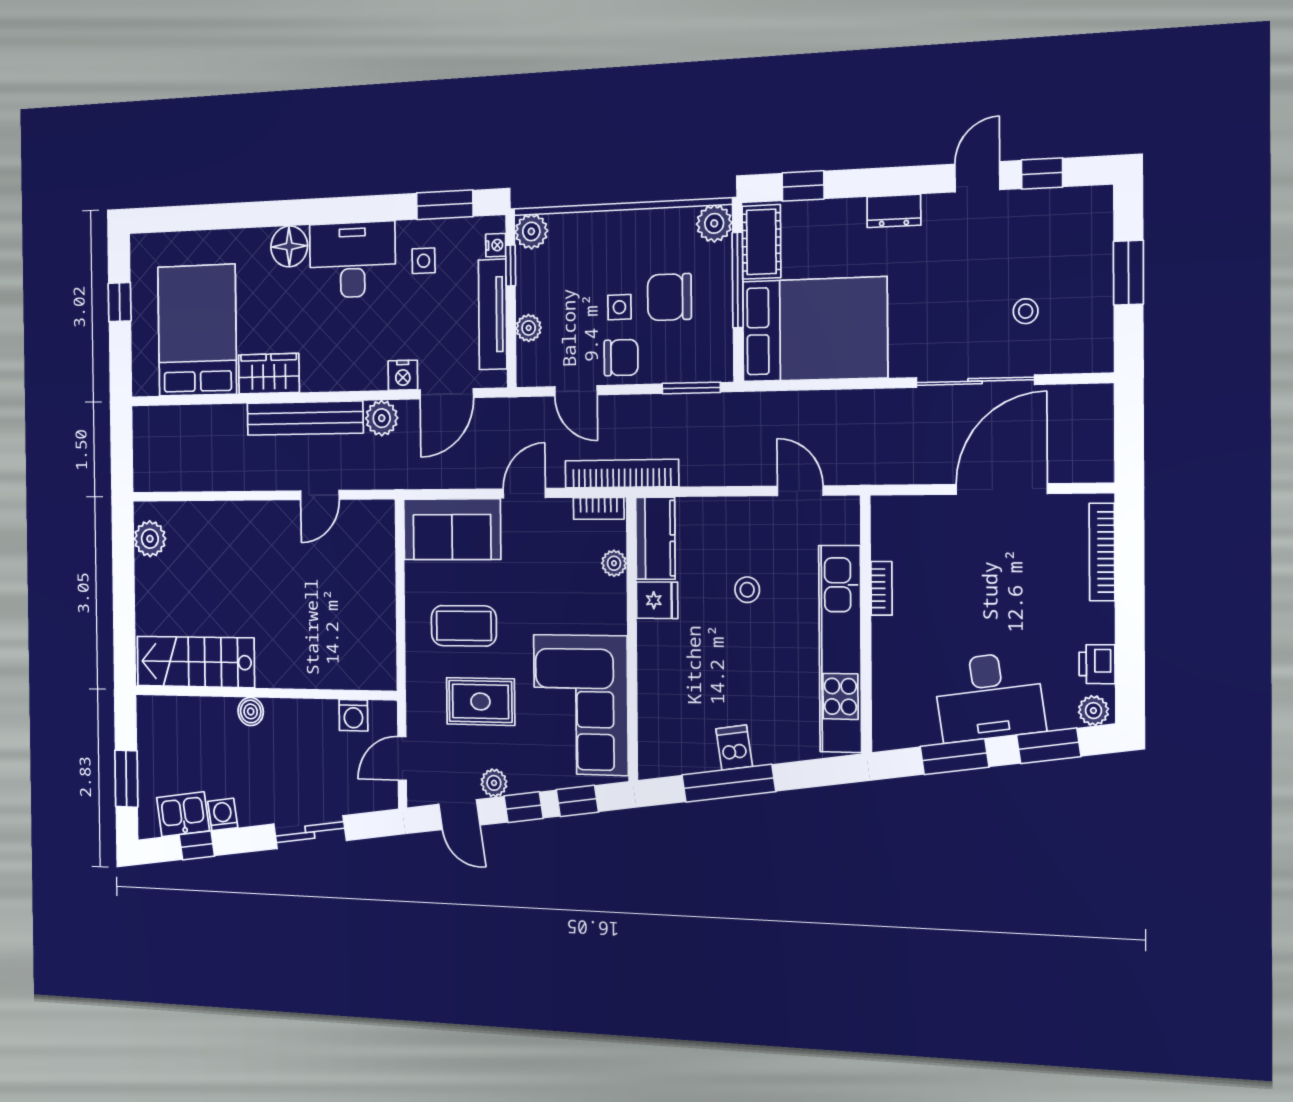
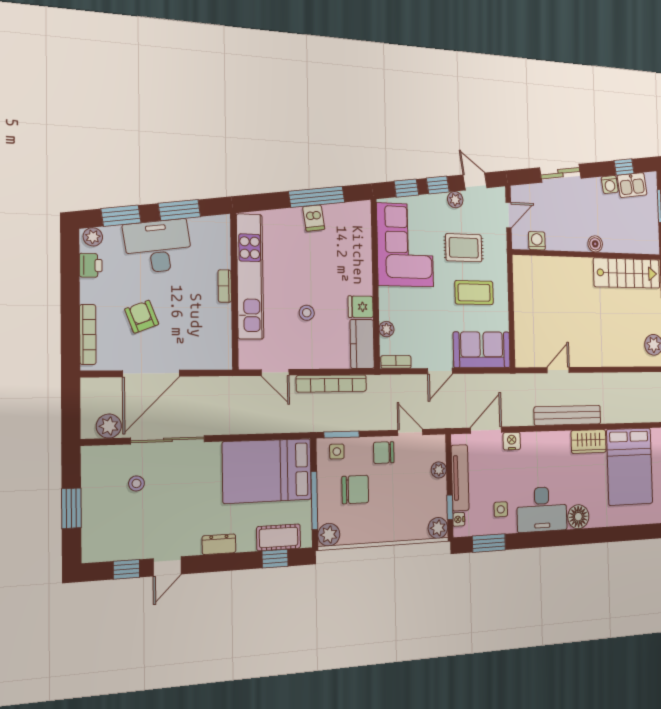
cot: (761, 242) -> (279, 537), moved, turned 90
side table: (619, 307) -> (337, 452), moved
plant: (382, 418) -> (109, 426), moved
bookcase: (622, 474) -> (332, 383), moved
armchair: (1016, 581) -> (142, 317), added
bookcase: (881, 588) -> (225, 286), moved

